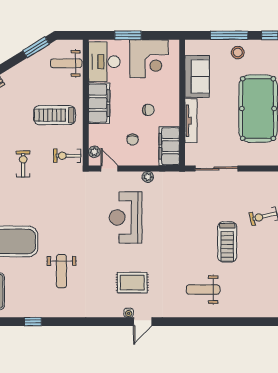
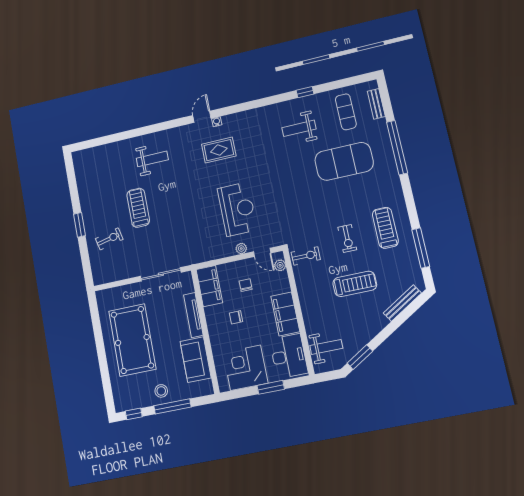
treadmill: (54, 115) -> (355, 284), moved
plant: (148, 177) -> (241, 248), moved
weight bench: (61, 271) -> (299, 128), moved, turned -90

